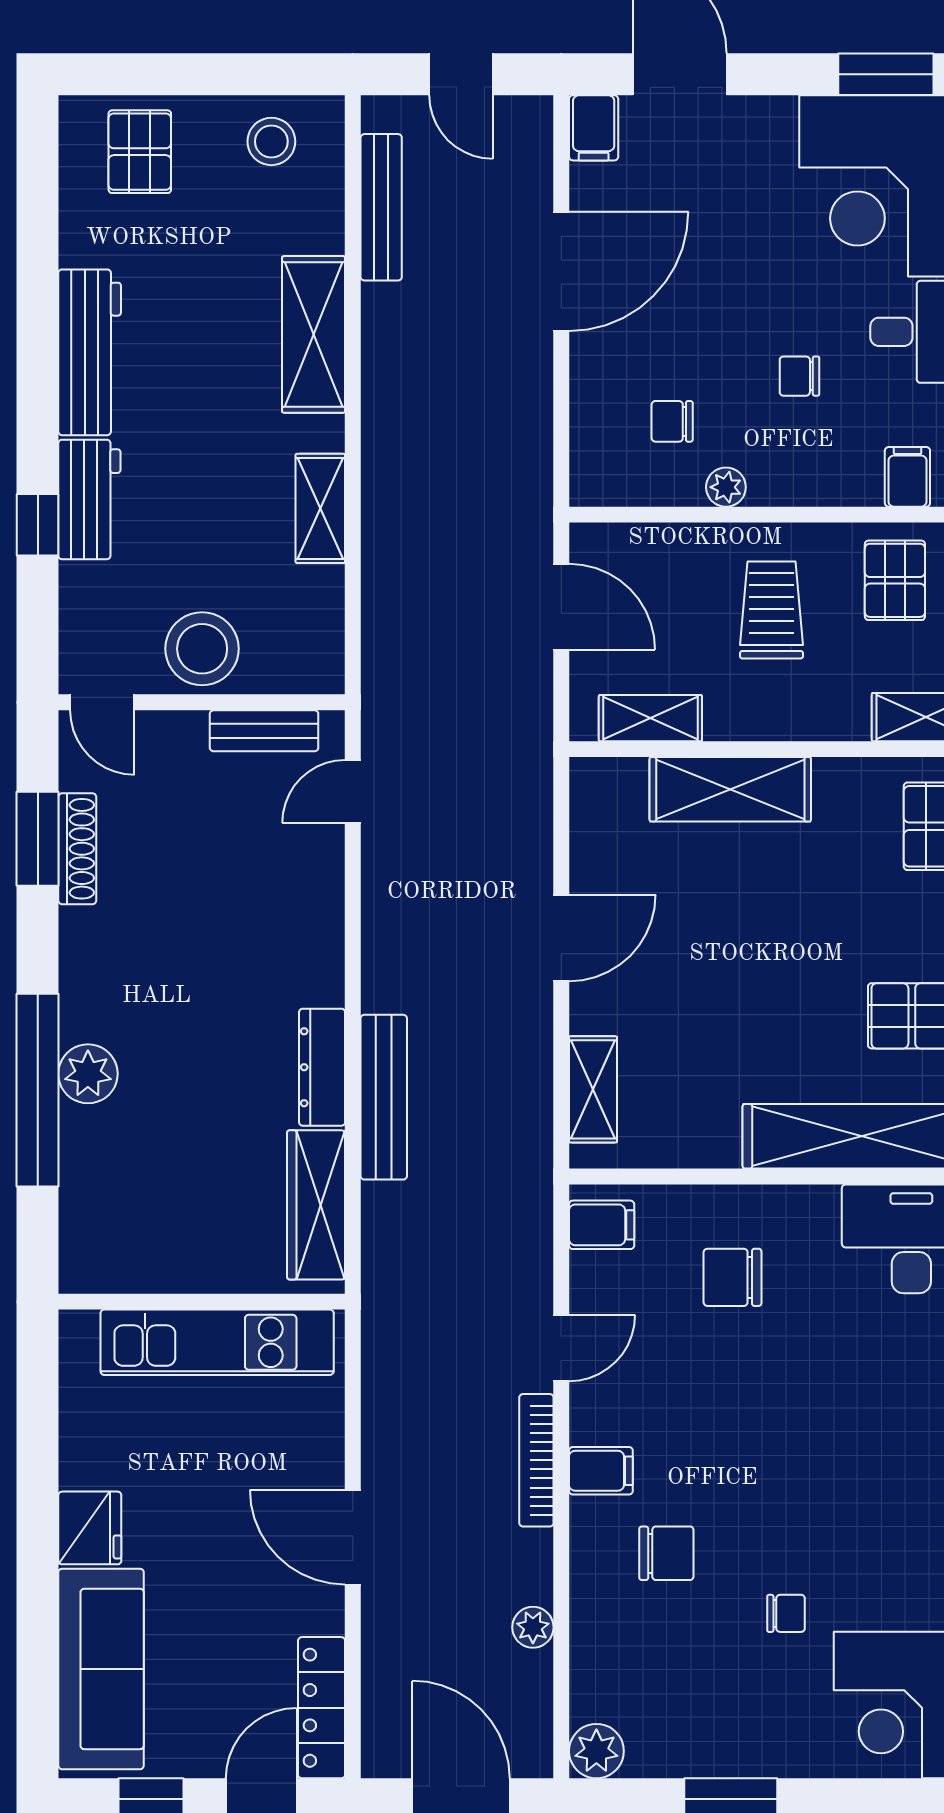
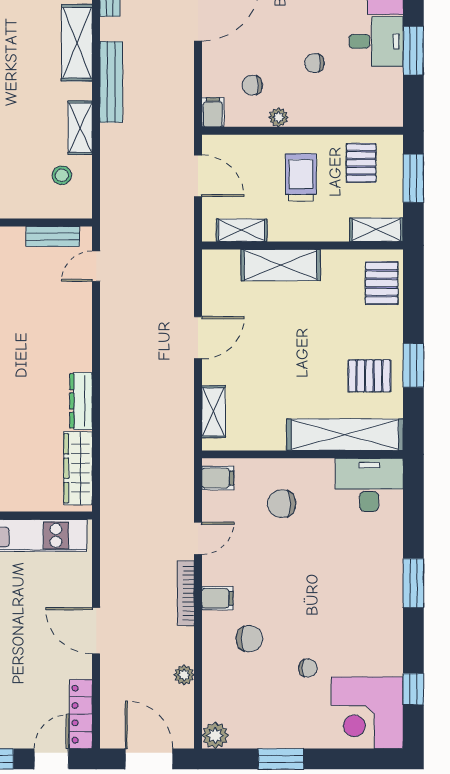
filing cabinet: (907, 477) -> (213, 112), moved
stool: (202, 649) -> (62, 175), moved, width x0.53, depth x0.53
bench: (384, 1097) -> (111, 82), moved

